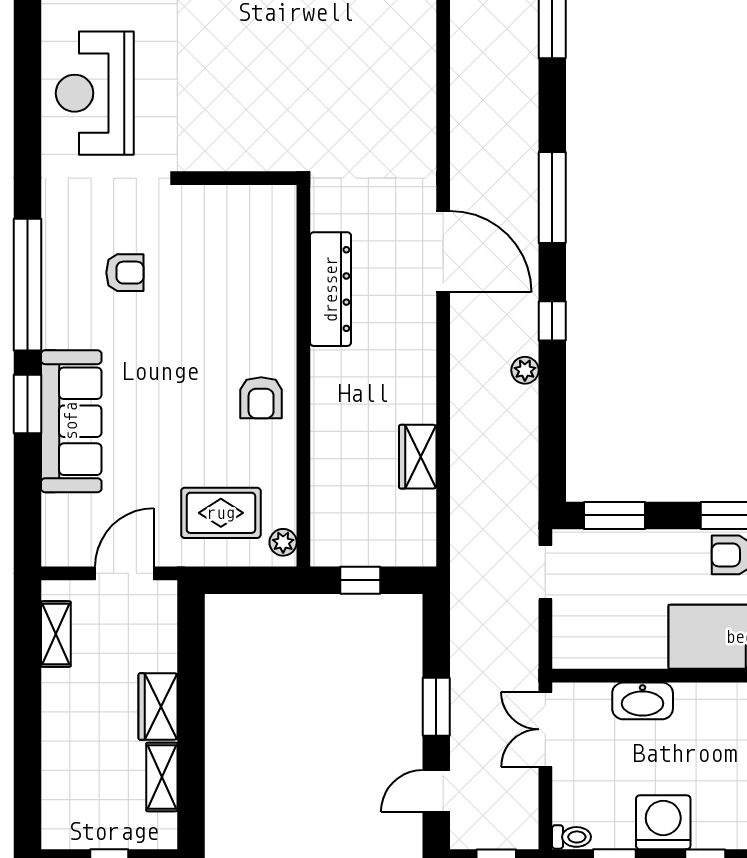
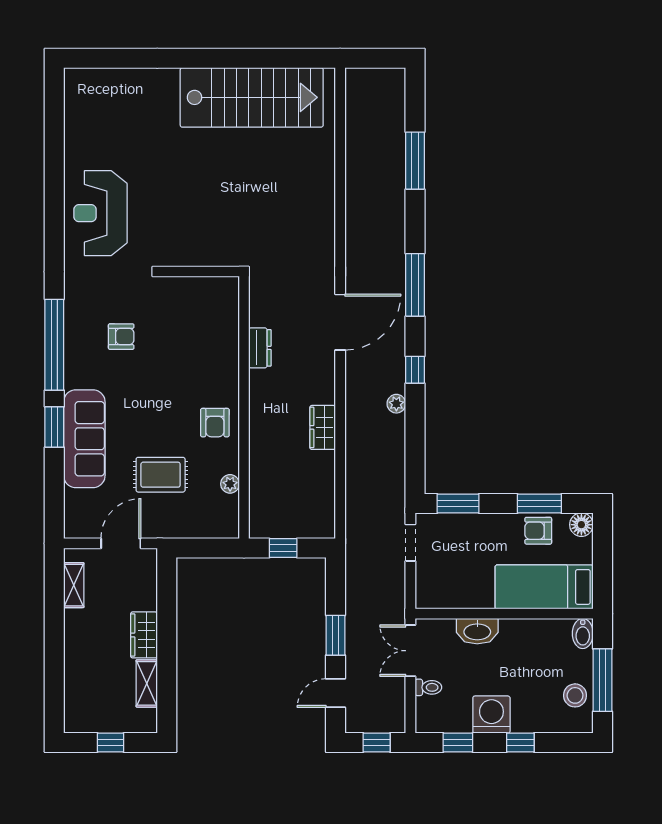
door: (443, 252) -> (340, 322), hinge flipped
dresser: (331, 289) -> (260, 348), width x0.51, depth x0.80
wardrobe: (418, 457) -> (323, 427), moved
rug: (221, 513) -> (161, 475), moved
plant: (283, 542) -> (230, 484), moved
toilet: (571, 837) -> (428, 687), moved

